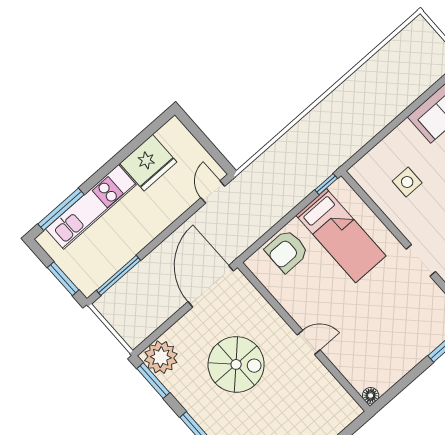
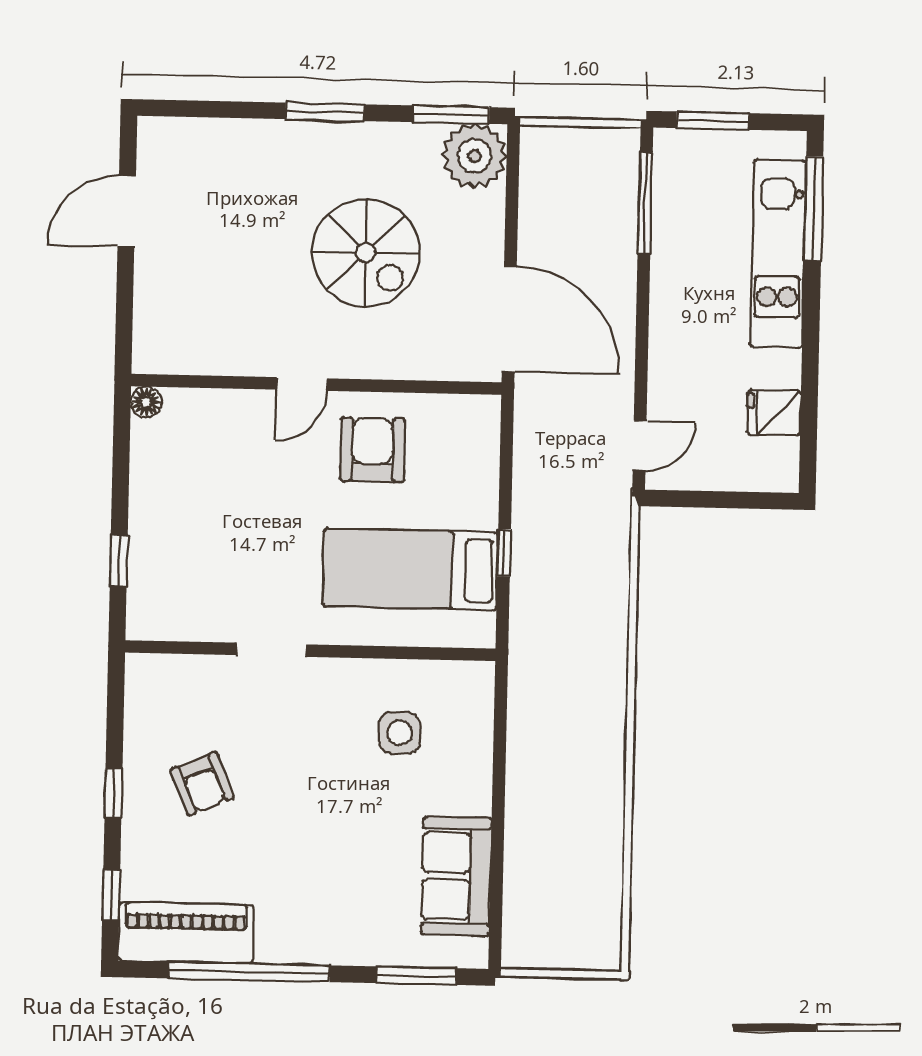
fridge: (148, 163) -> (774, 413), width x0.53, depth x0.75
window: (326, 184) -> (504, 553), moved
door: (213, 192) -> (640, 445), hinge flipped
armchair: (287, 251) -> (372, 450), moved
spiral stairs: (236, 364) -> (366, 253), turned -90

